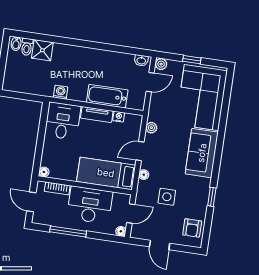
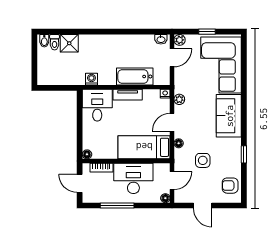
nightstand: (119, 117) -> (165, 94), moved
armchair: (192, 228) -> (230, 186), turned 90

